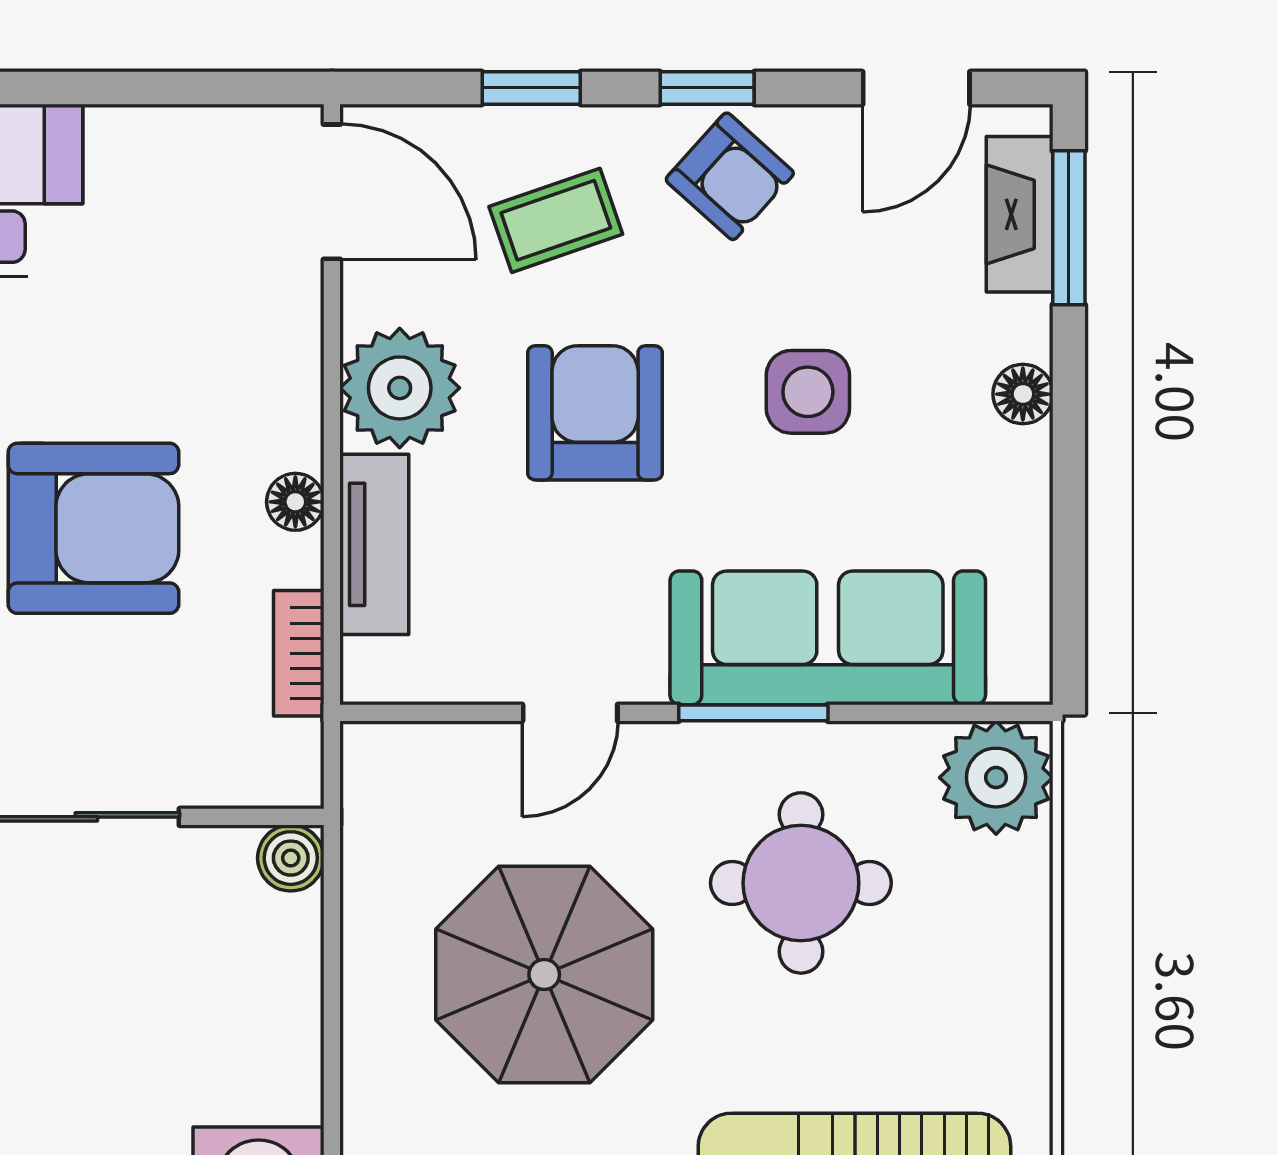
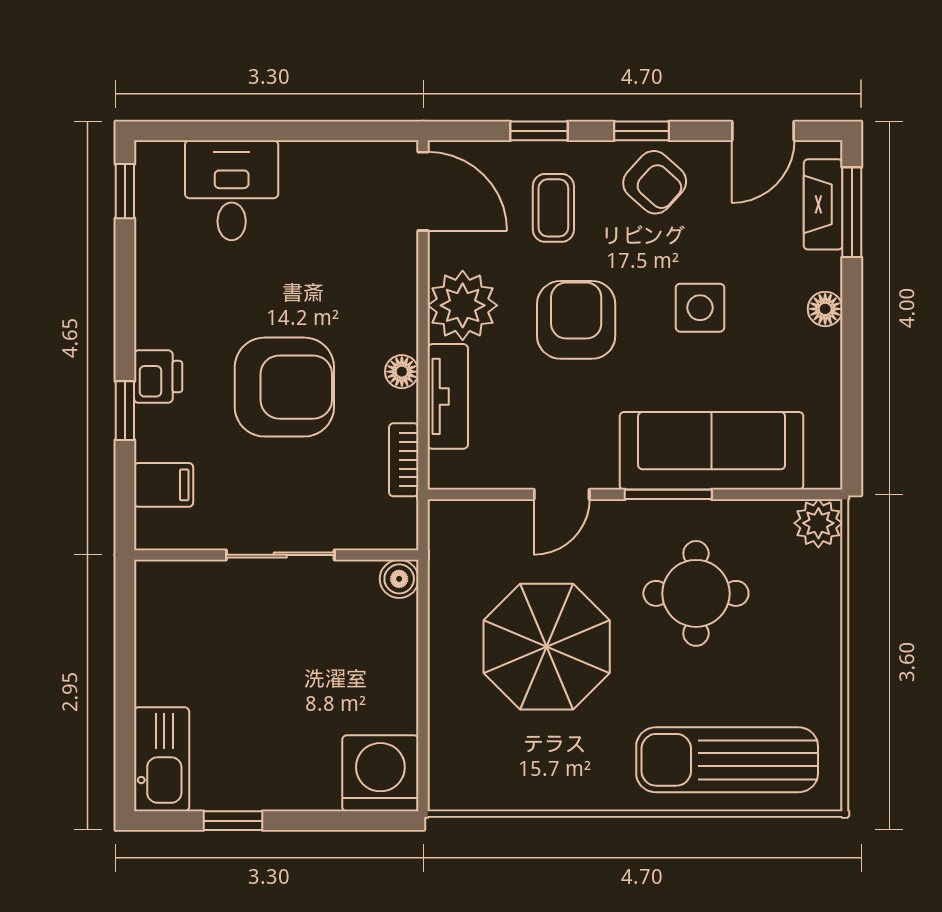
coffee table: (556, 220) -> (553, 208), turned -71
plant: (996, 778) -> (818, 523), width x0.73, depth x0.73

